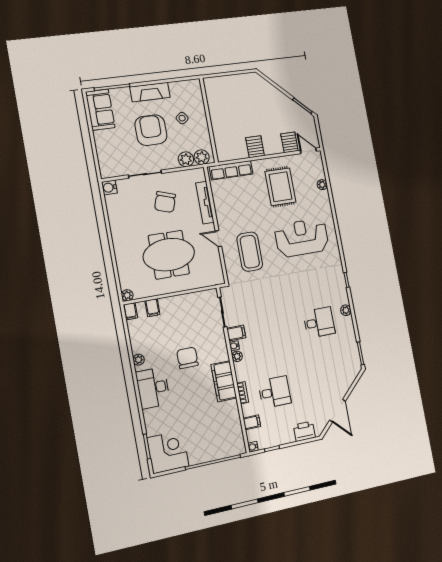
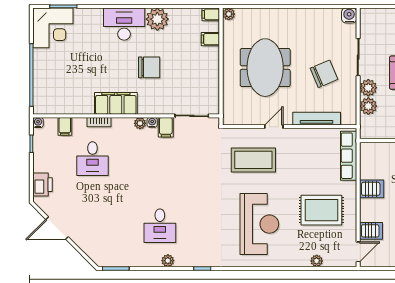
plant: (202, 157) -> (368, 88), moved
chair: (165, 202) -> (324, 74), turned 139
plant: (139, 360) -> (157, 19), width x1.88, depth x1.88

